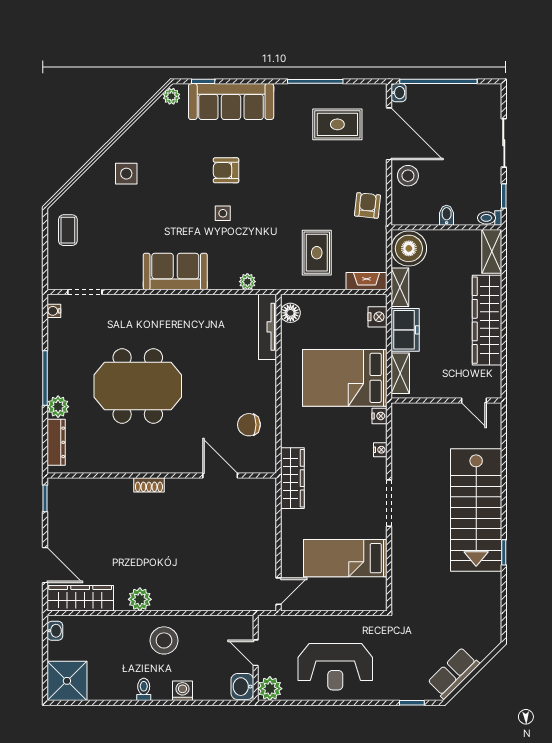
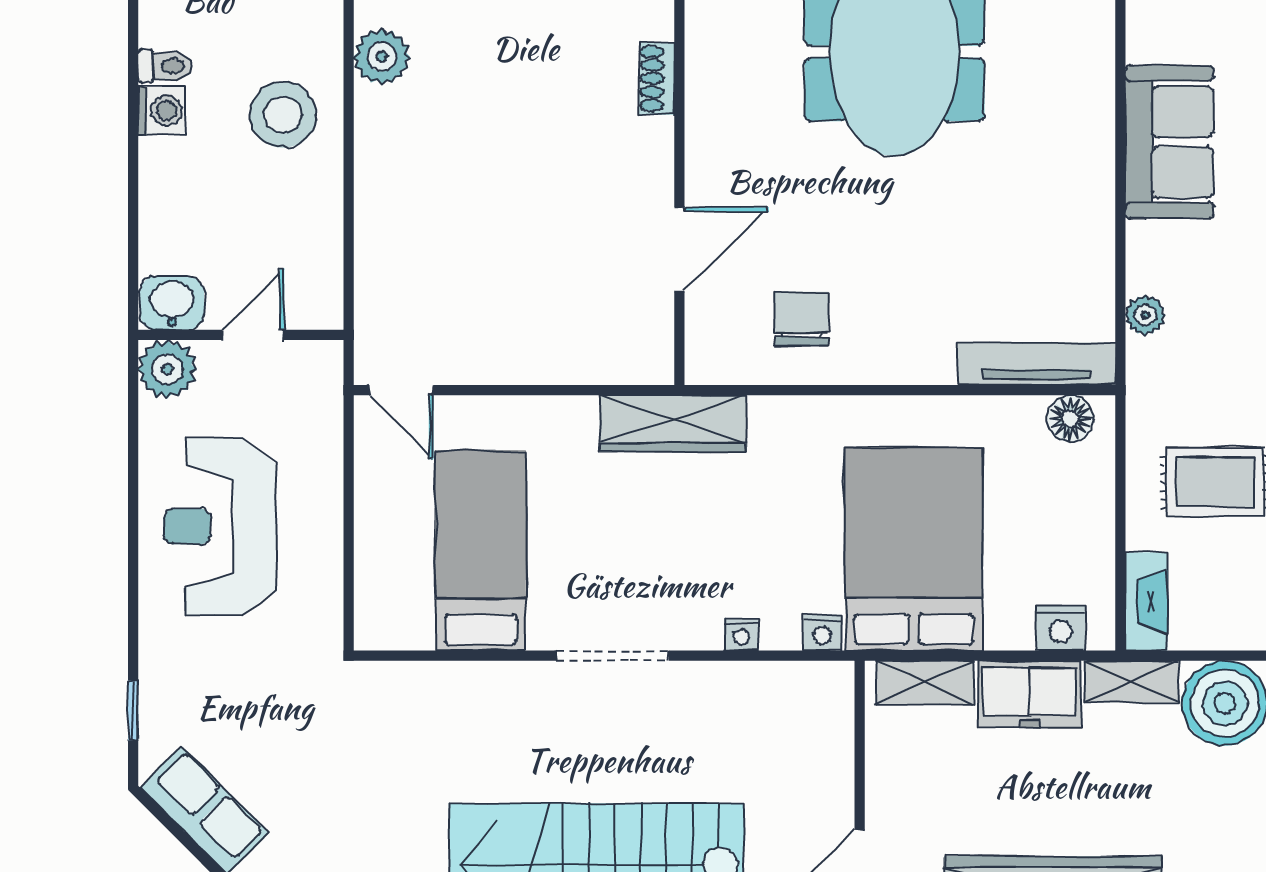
washing machine: (182, 691) -> (162, 111), moved

